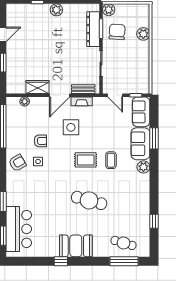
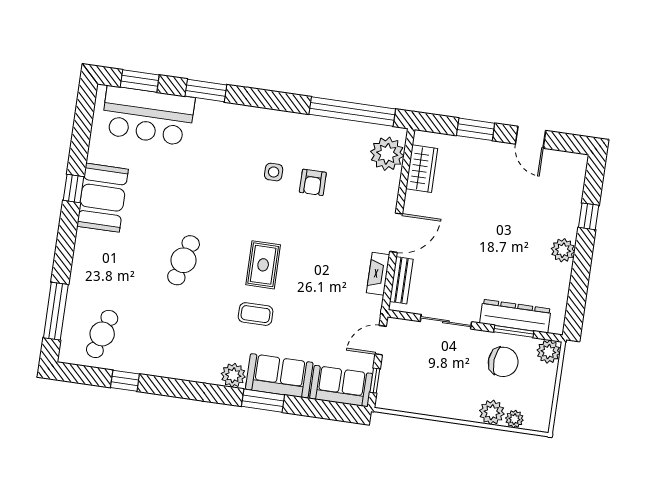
plant: (145, 22) -> (514, 419), added
wardrobe: (37, 87) -> (422, 169), moved
door: (60, 95) -> (396, 233), swing flipped
plant: (25, 101) -> (387, 154), width x1.88, depth x1.88
side table: (71, 127) -> (331, 245), removed
window: (154, 138) -> (263, 401), moved
armchair: (17, 163) -> (277, 131), removed
cafe table: (89, 200) -> (184, 260), width x0.73, depth x0.74
cafe table: (123, 243) -> (102, 334), moved
booth: (76, 246) -> (103, 198), moved

